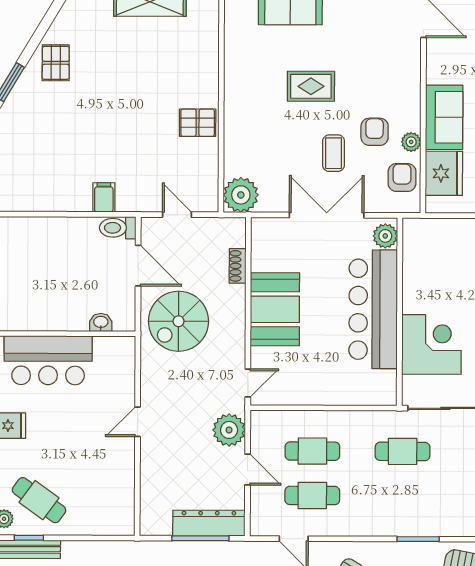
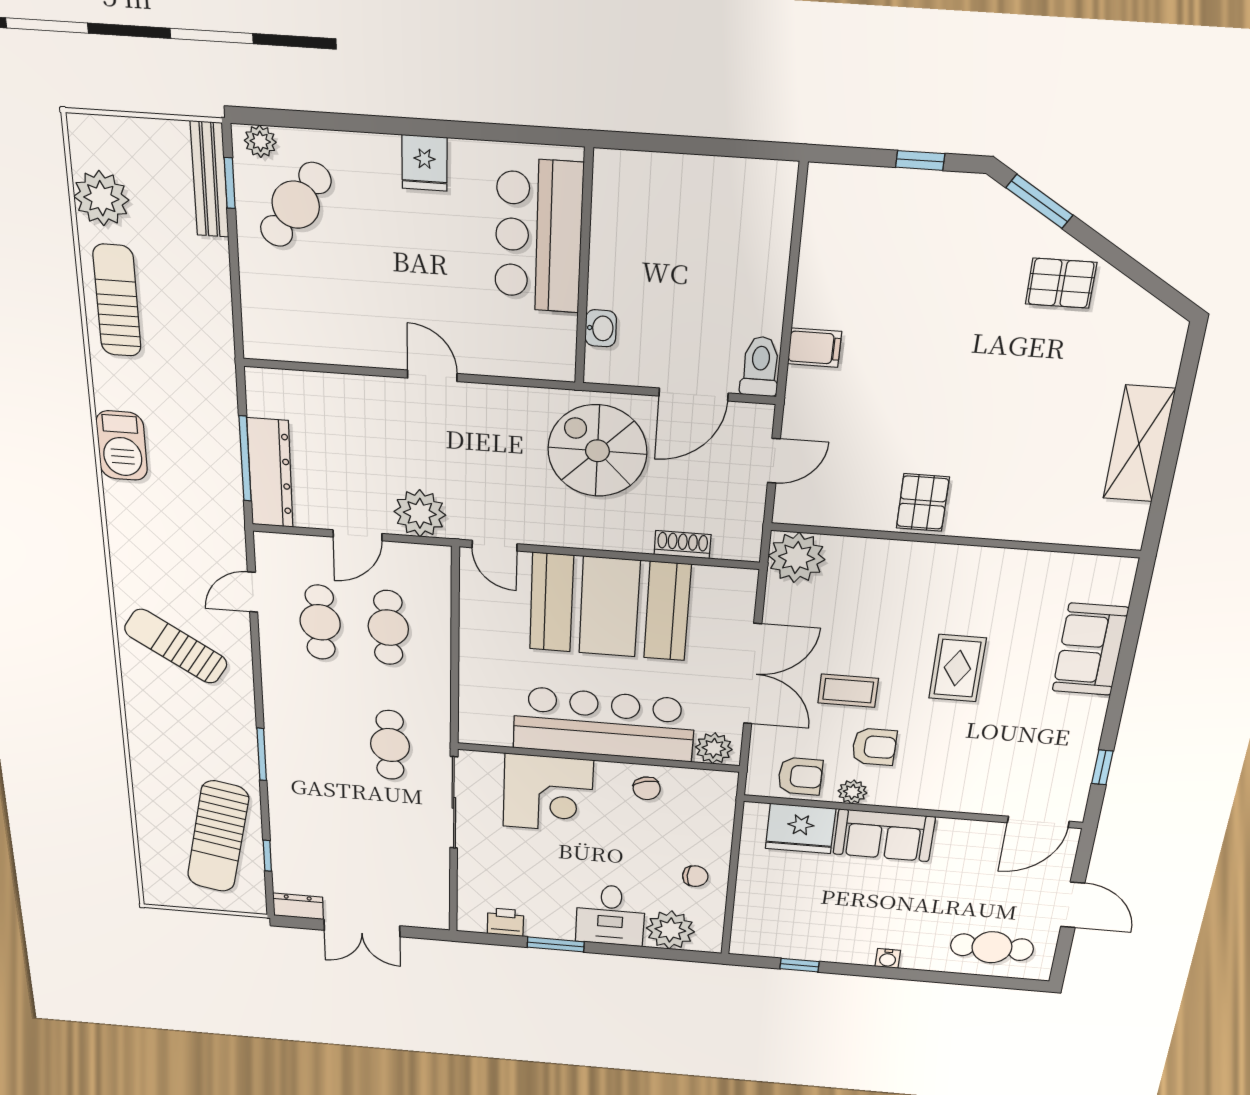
chair: (421, 278) -> (647, 788), added
booth: (275, 309) -> (609, 607), width x1.36, depth x1.42

